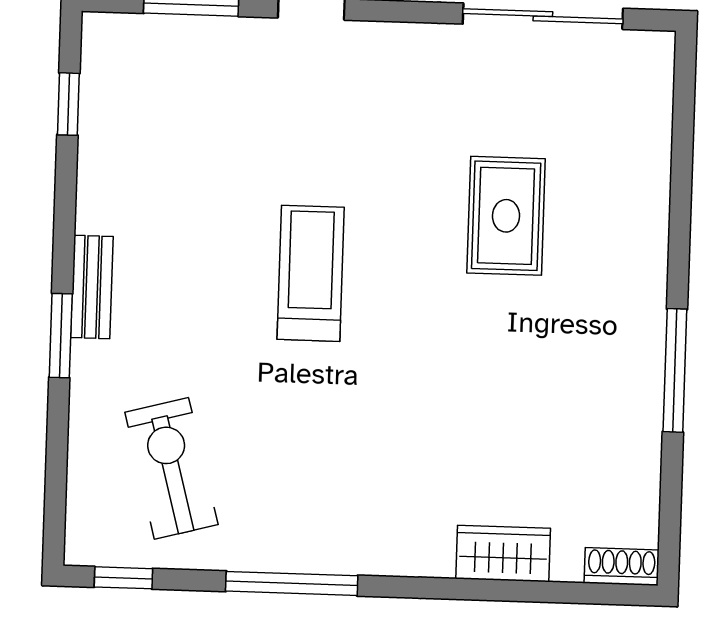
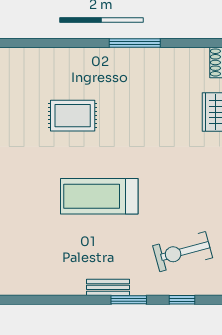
window: (68, 104) -> (182, 300), moved
treadmill: (311, 273) -> (99, 196), width x1.37, depth x1.38

